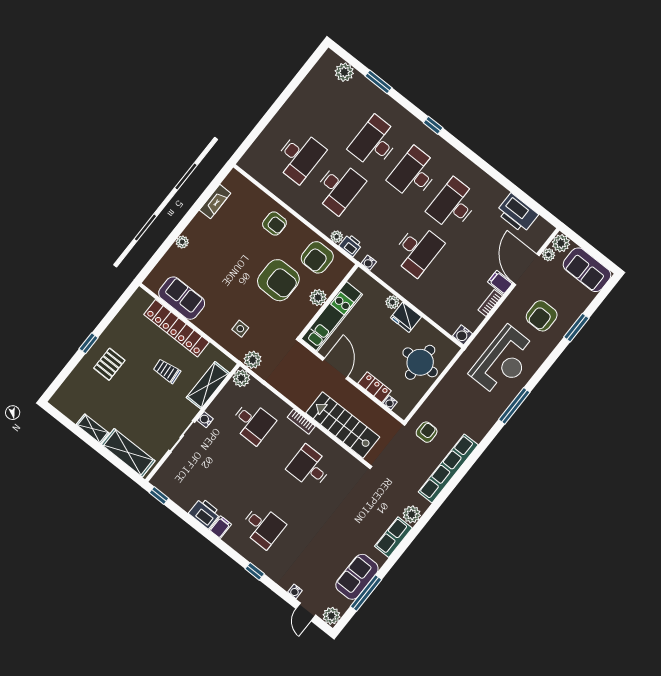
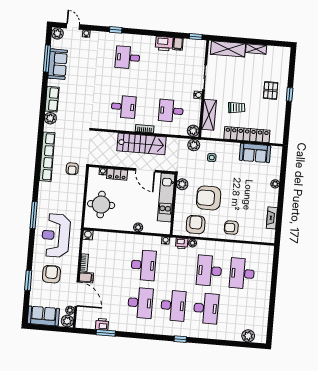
window: (379, 82) -> (106, 333), moved
printer: (517, 213) -> (102, 324), width x0.53, depth x0.68
desk: (417, 250) -> (143, 265), turned 180
plant: (318, 297) -> (182, 184), moved
fridge: (406, 317) -> (125, 224), removed
stairs: (343, 425) -> (141, 144), moved
filing cabinet: (220, 527) -> (178, 44), moved

